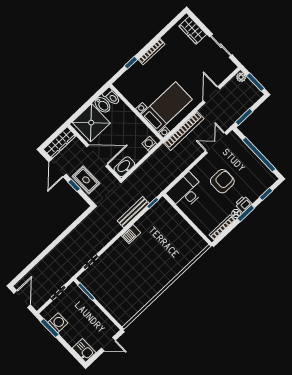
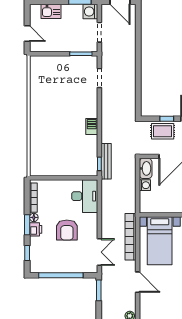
washing machine: (149, 144) -> (145, 185), moved
bench: (133, 212) -> (106, 161), moved
washing machine: (58, 323) -> (90, 12), moved, turned 90
door: (108, 344) -> (27, 34), swing flipped
kitchen sink: (84, 350) -> (51, 11), moved

